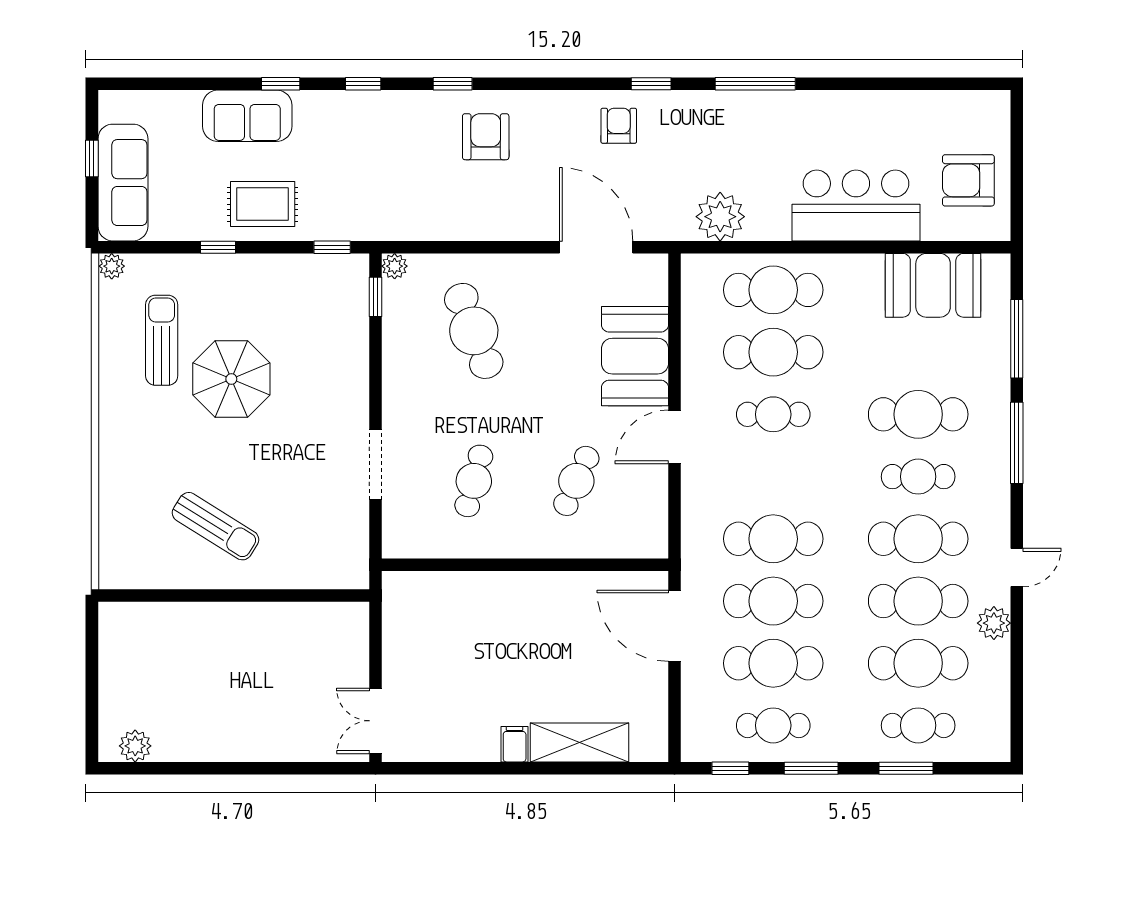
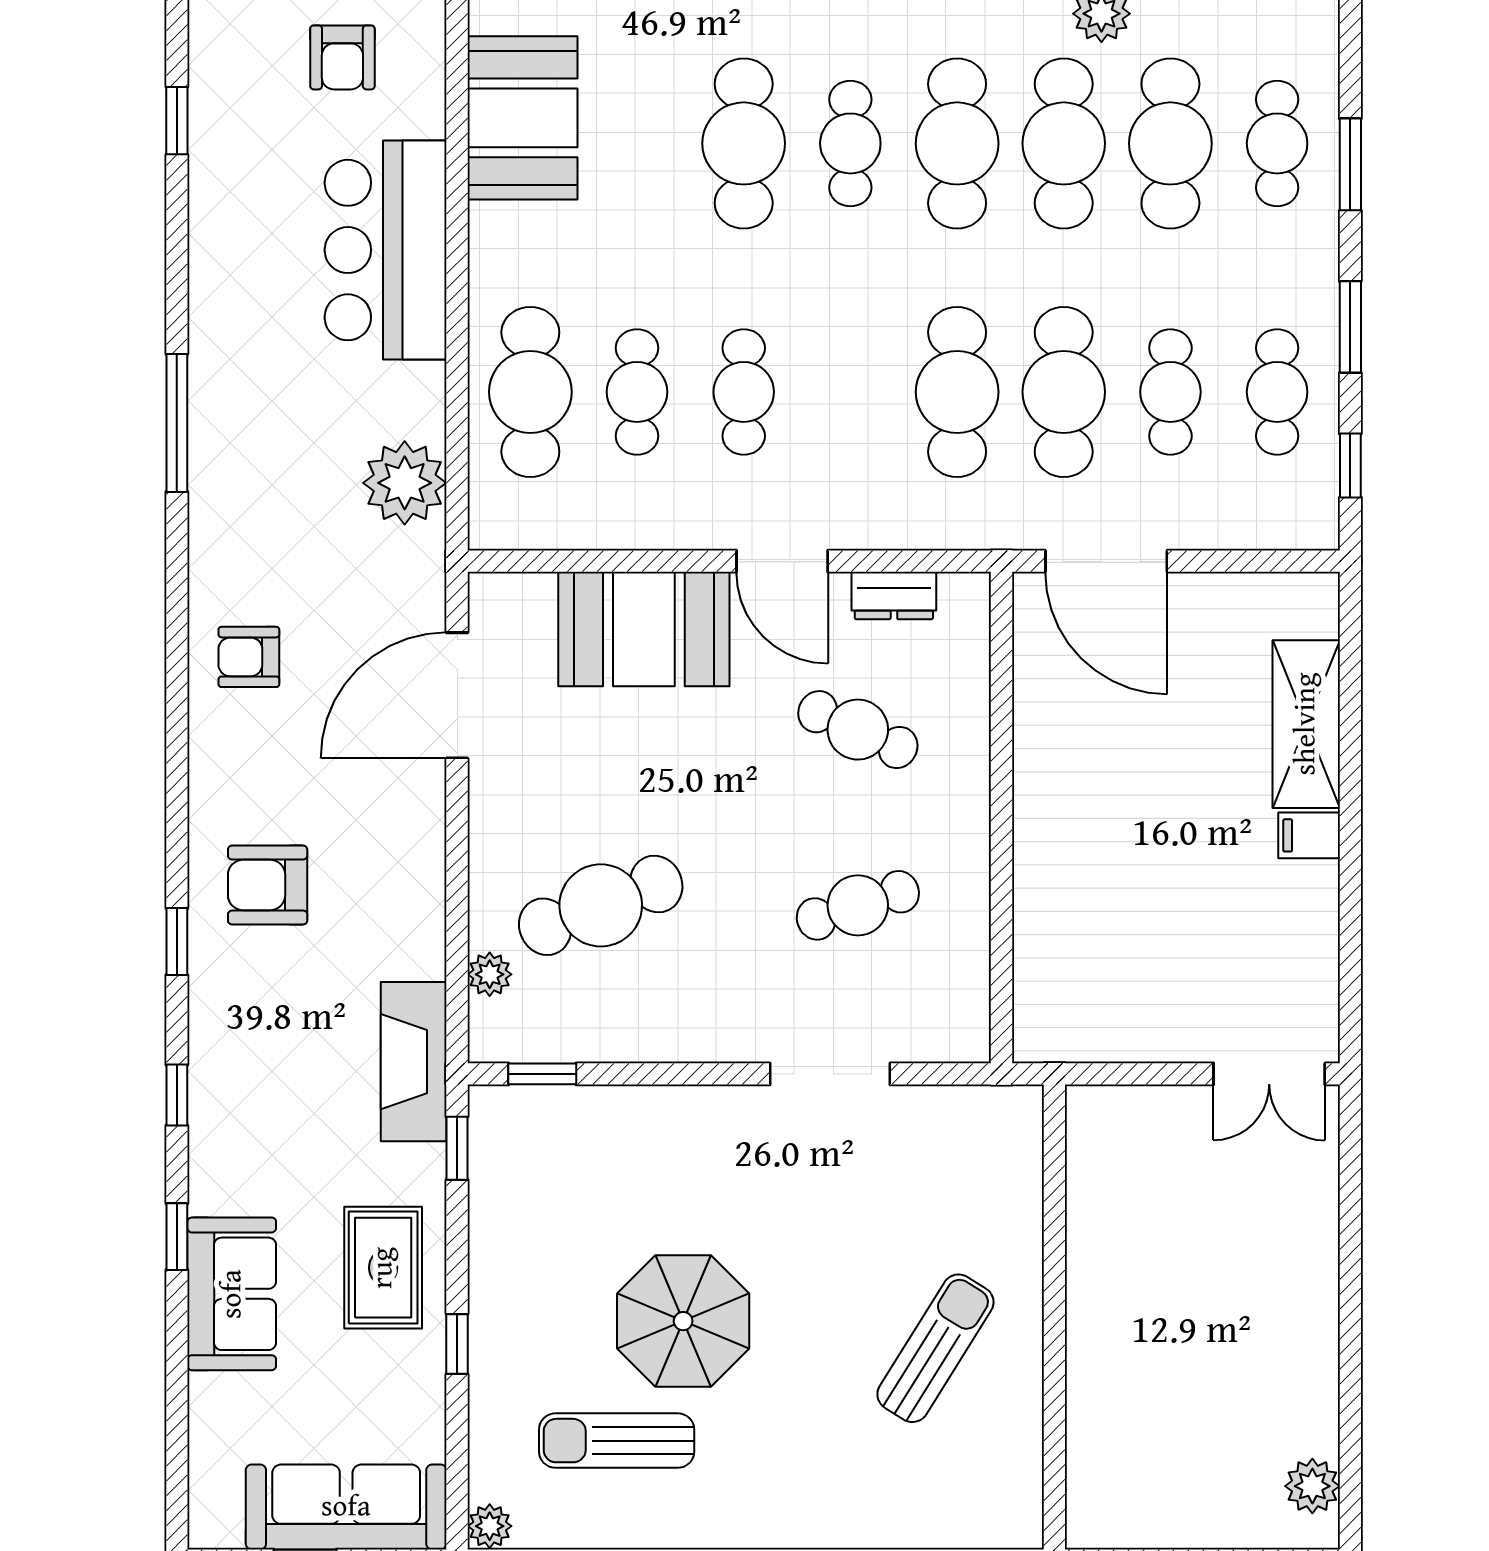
window: (651, 84) -> (177, 121), moved
armchair: (968, 180) -> (342, 57), width x0.72, depth x0.72
fireplace: (383, 222) -> (414, 1062), added
plant: (395, 266) -> (490, 974), moved
cafe table: (773, 352) -> (637, 392), width x0.73, depth x0.74
cafe table: (474, 481) -> (858, 905), turned -33
dresser: (655, 502) -> (894, 595), added
door: (675, 626) -> (1106, 561), hinge flipped
cafe table: (773, 663) -> (1170, 392), width x0.73, depth x0.74

